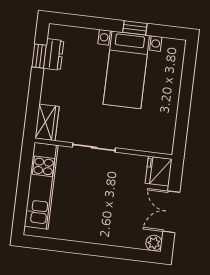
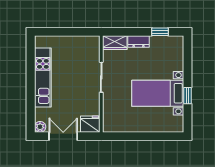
dresser: (54, 54) -> (139, 42), moved
kitchen unit: (41, 186) -> (43, 78), moved, turned -90

